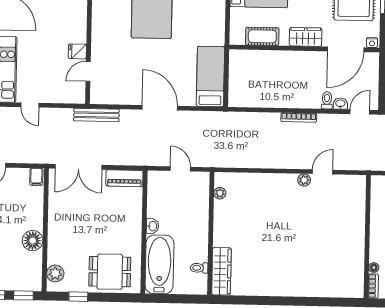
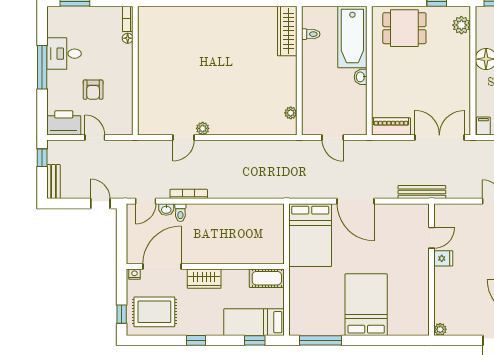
cot: (262, 36) -> (267, 278), moved
bed: (210, 76) -> (310, 235), width x1.50
bookcase: (299, 117) -> (189, 194), moved

